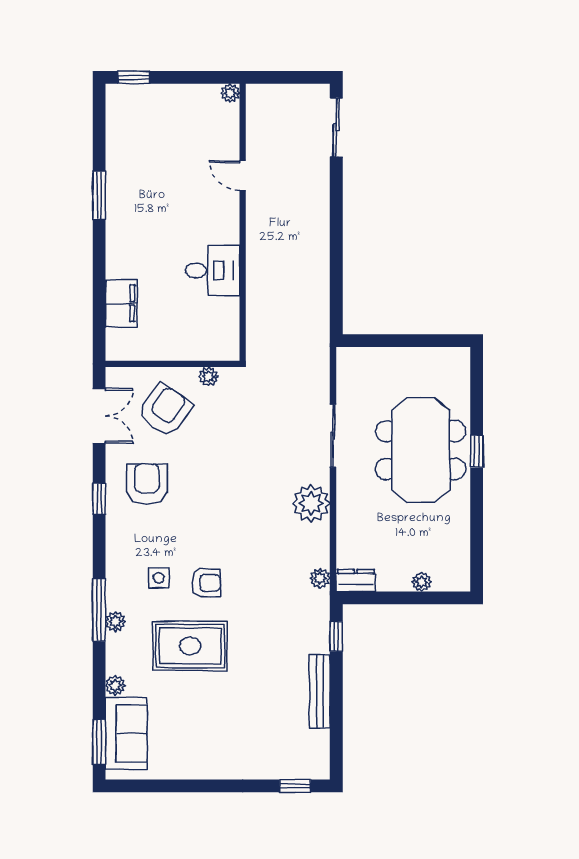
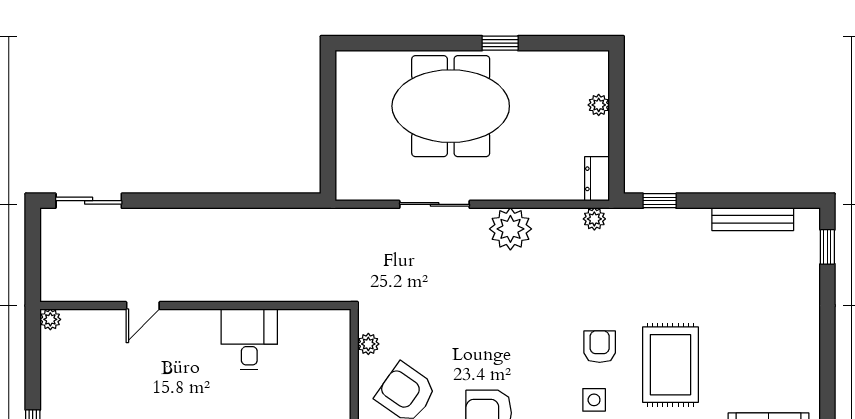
window: (477, 451) -> (500, 43), moved
bench: (320, 691) -> (753, 219), moved

